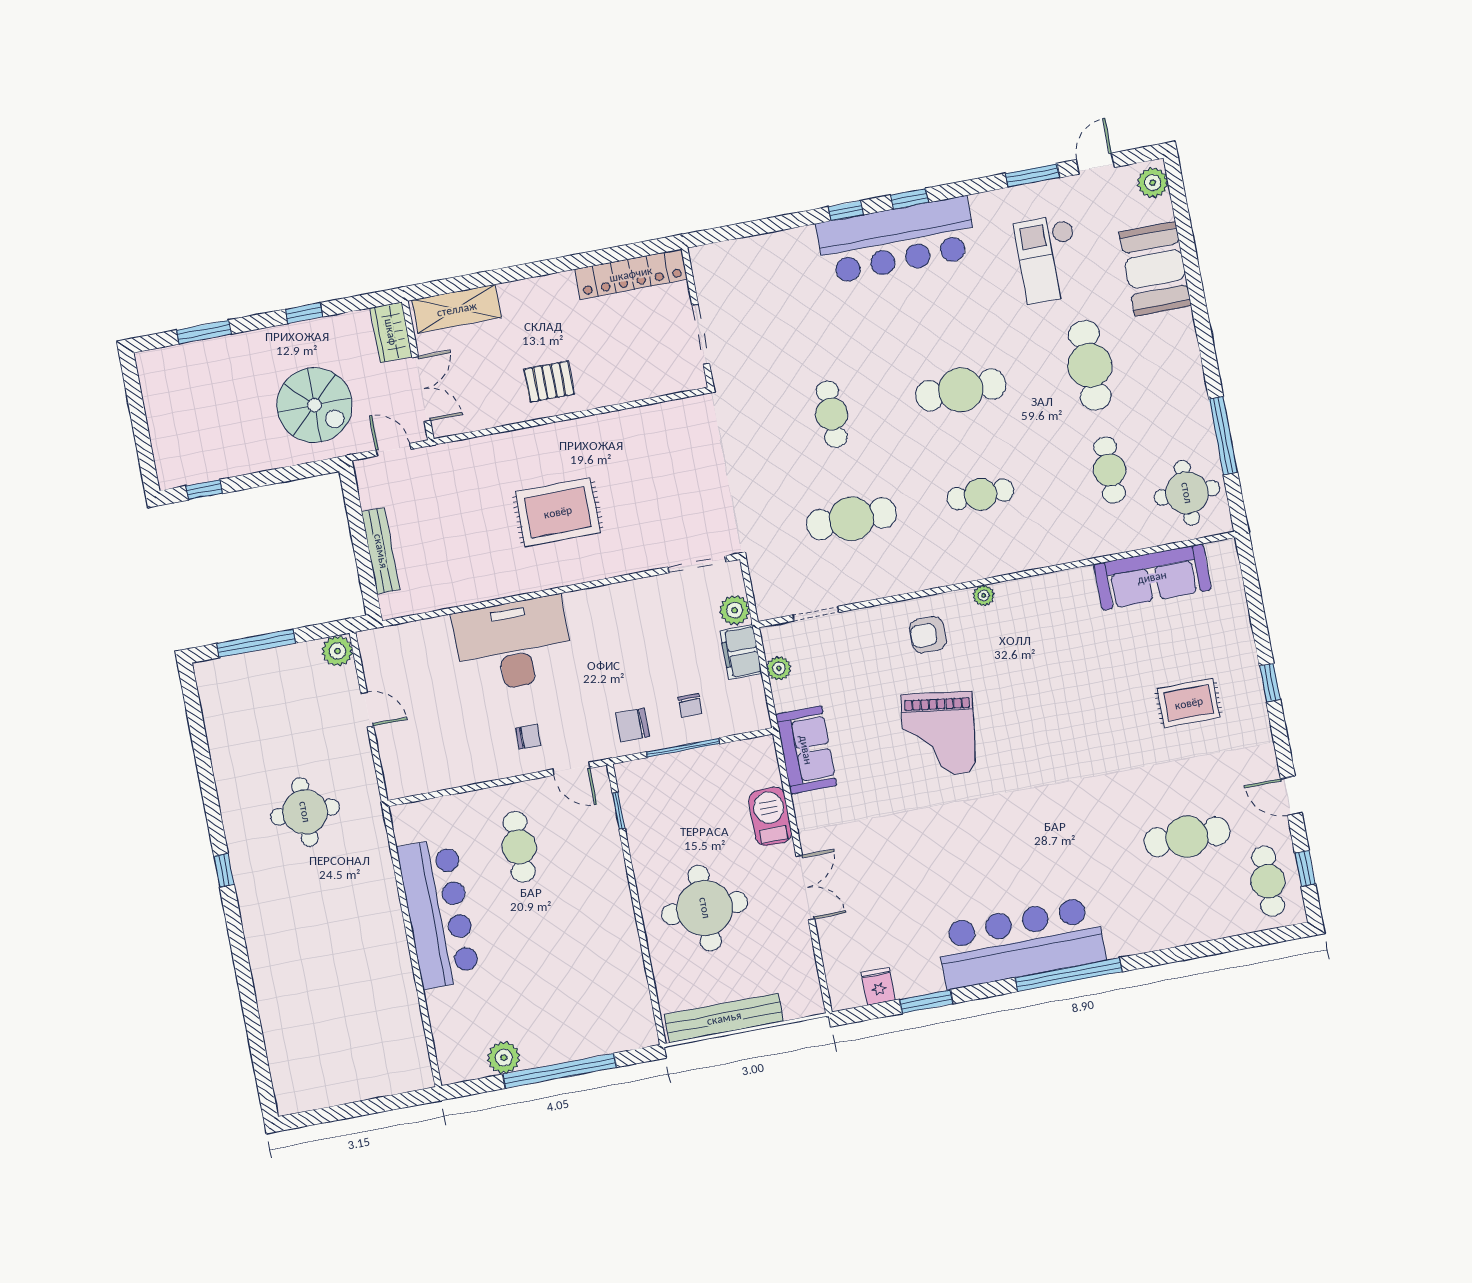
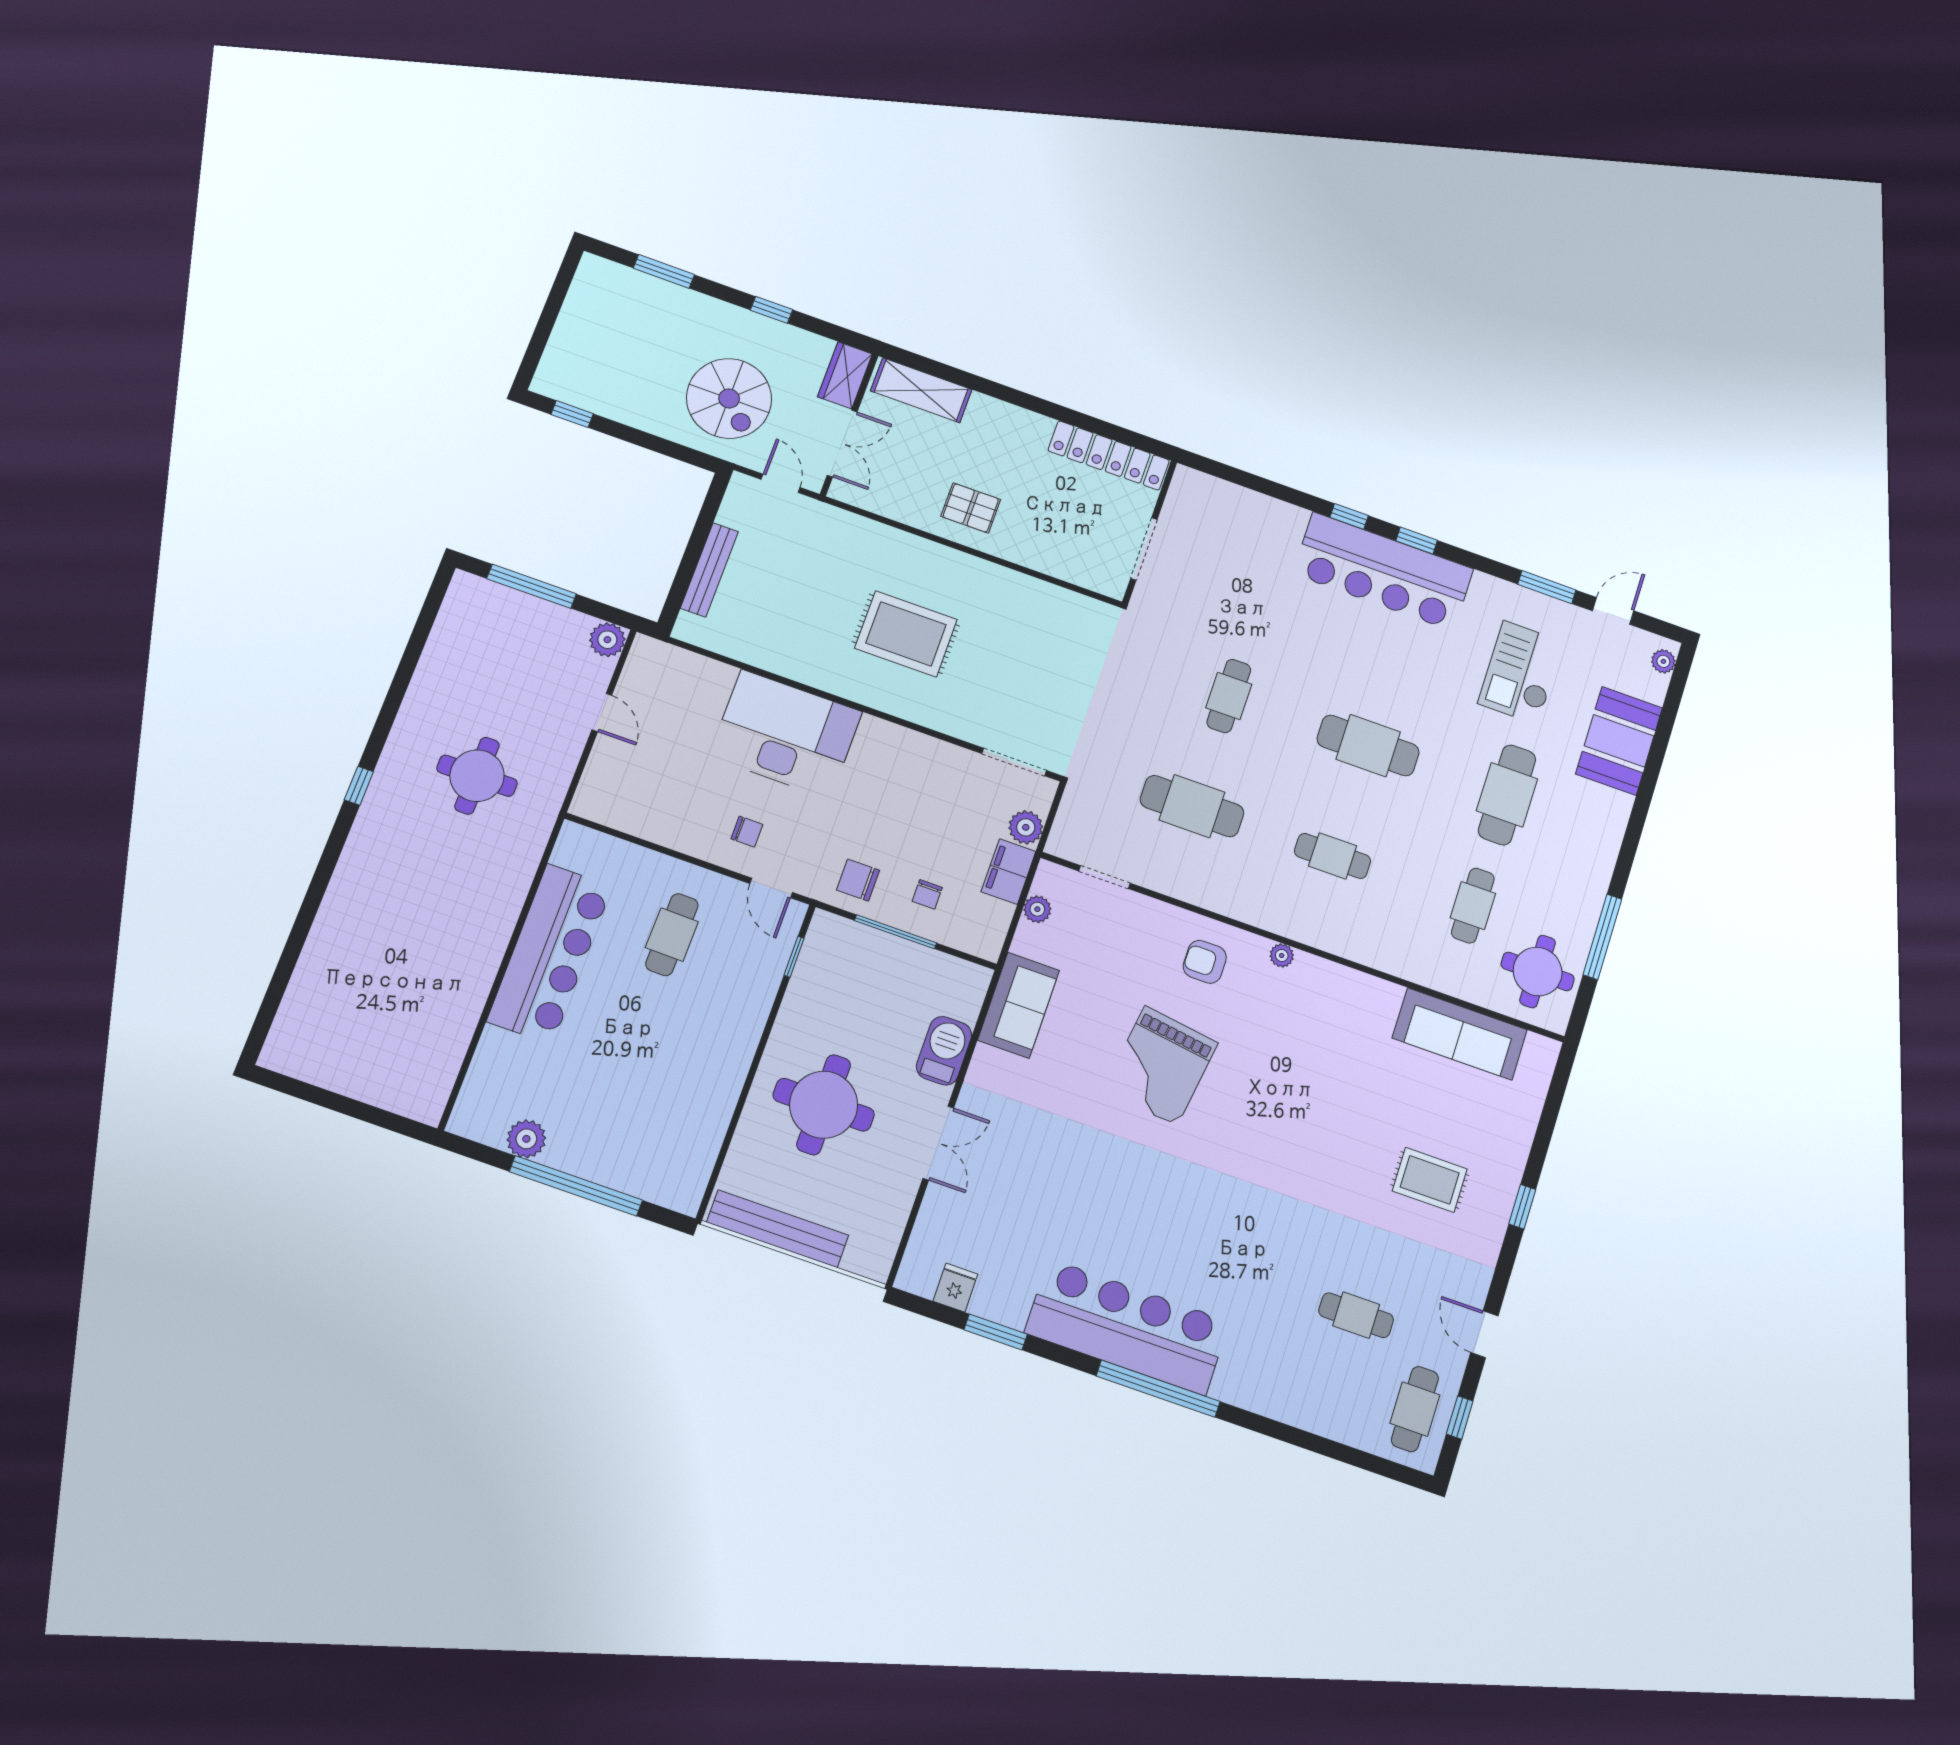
plant: (1153, 183) -> (1663, 661), width x0.73, depth x0.73
cafe table: (1187, 837) -> (1356, 1315), width x0.73, depth x0.74

